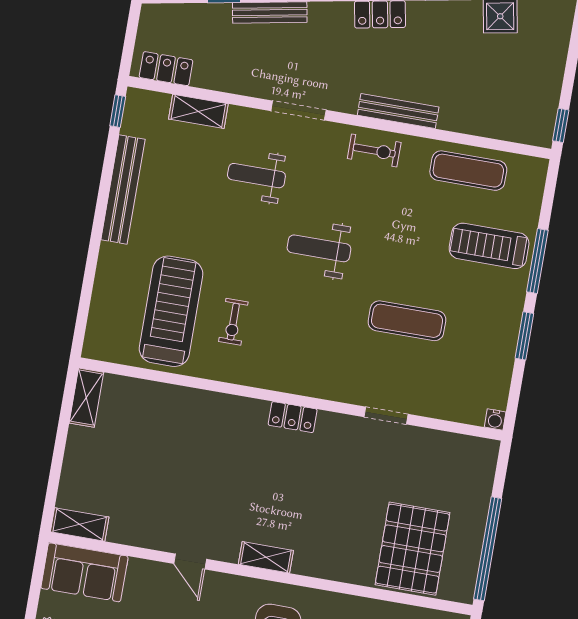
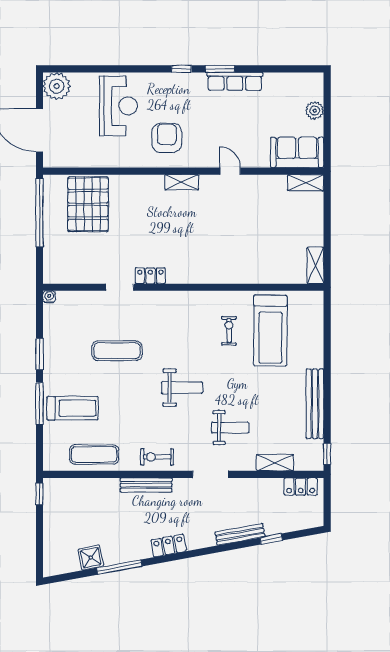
locker: (293, 417) -> (150, 276), moved

